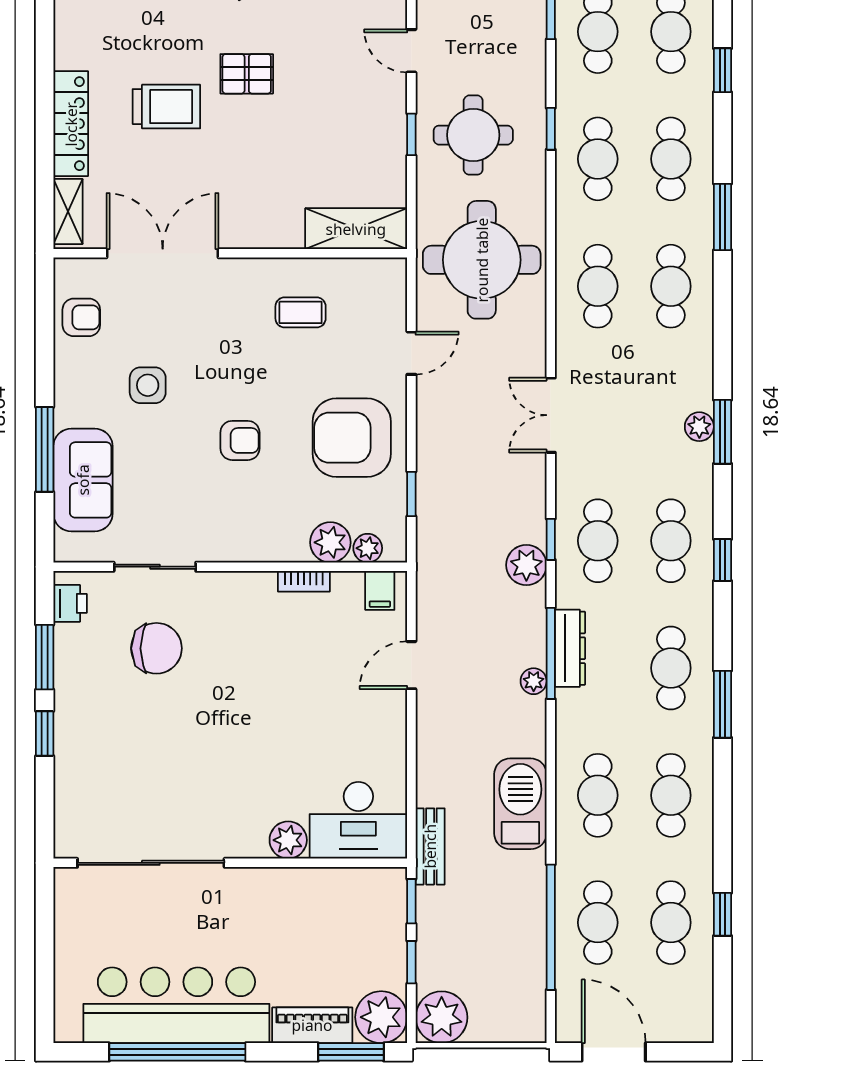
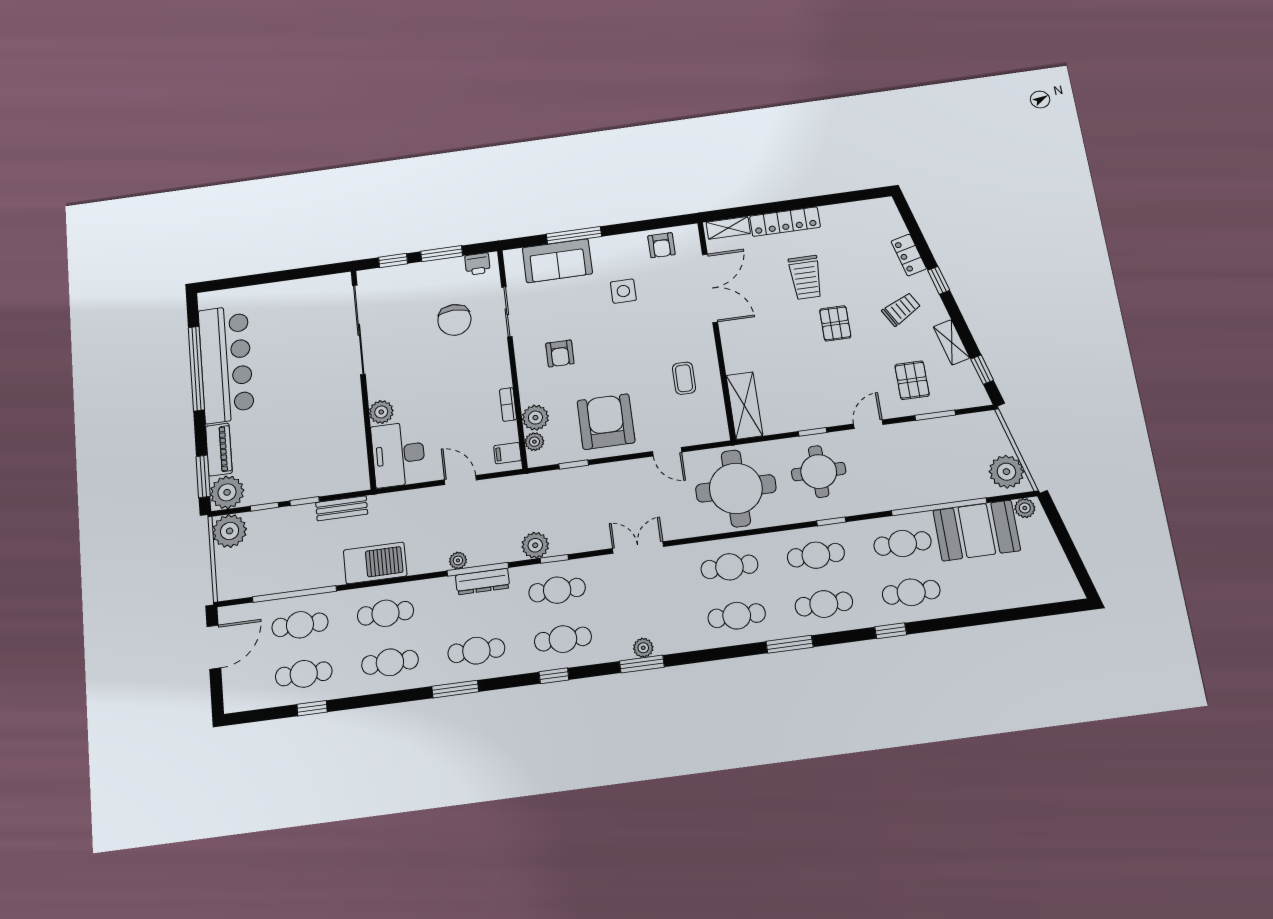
armchair: (240, 440) -> (560, 353), moved
desk: (358, 820) -> (398, 454), moved
plant: (288, 840) -> (381, 412), moved
sliding door: (151, 863) -> (359, 330), moved
wall: (230, 863) -> (363, 378), moved

